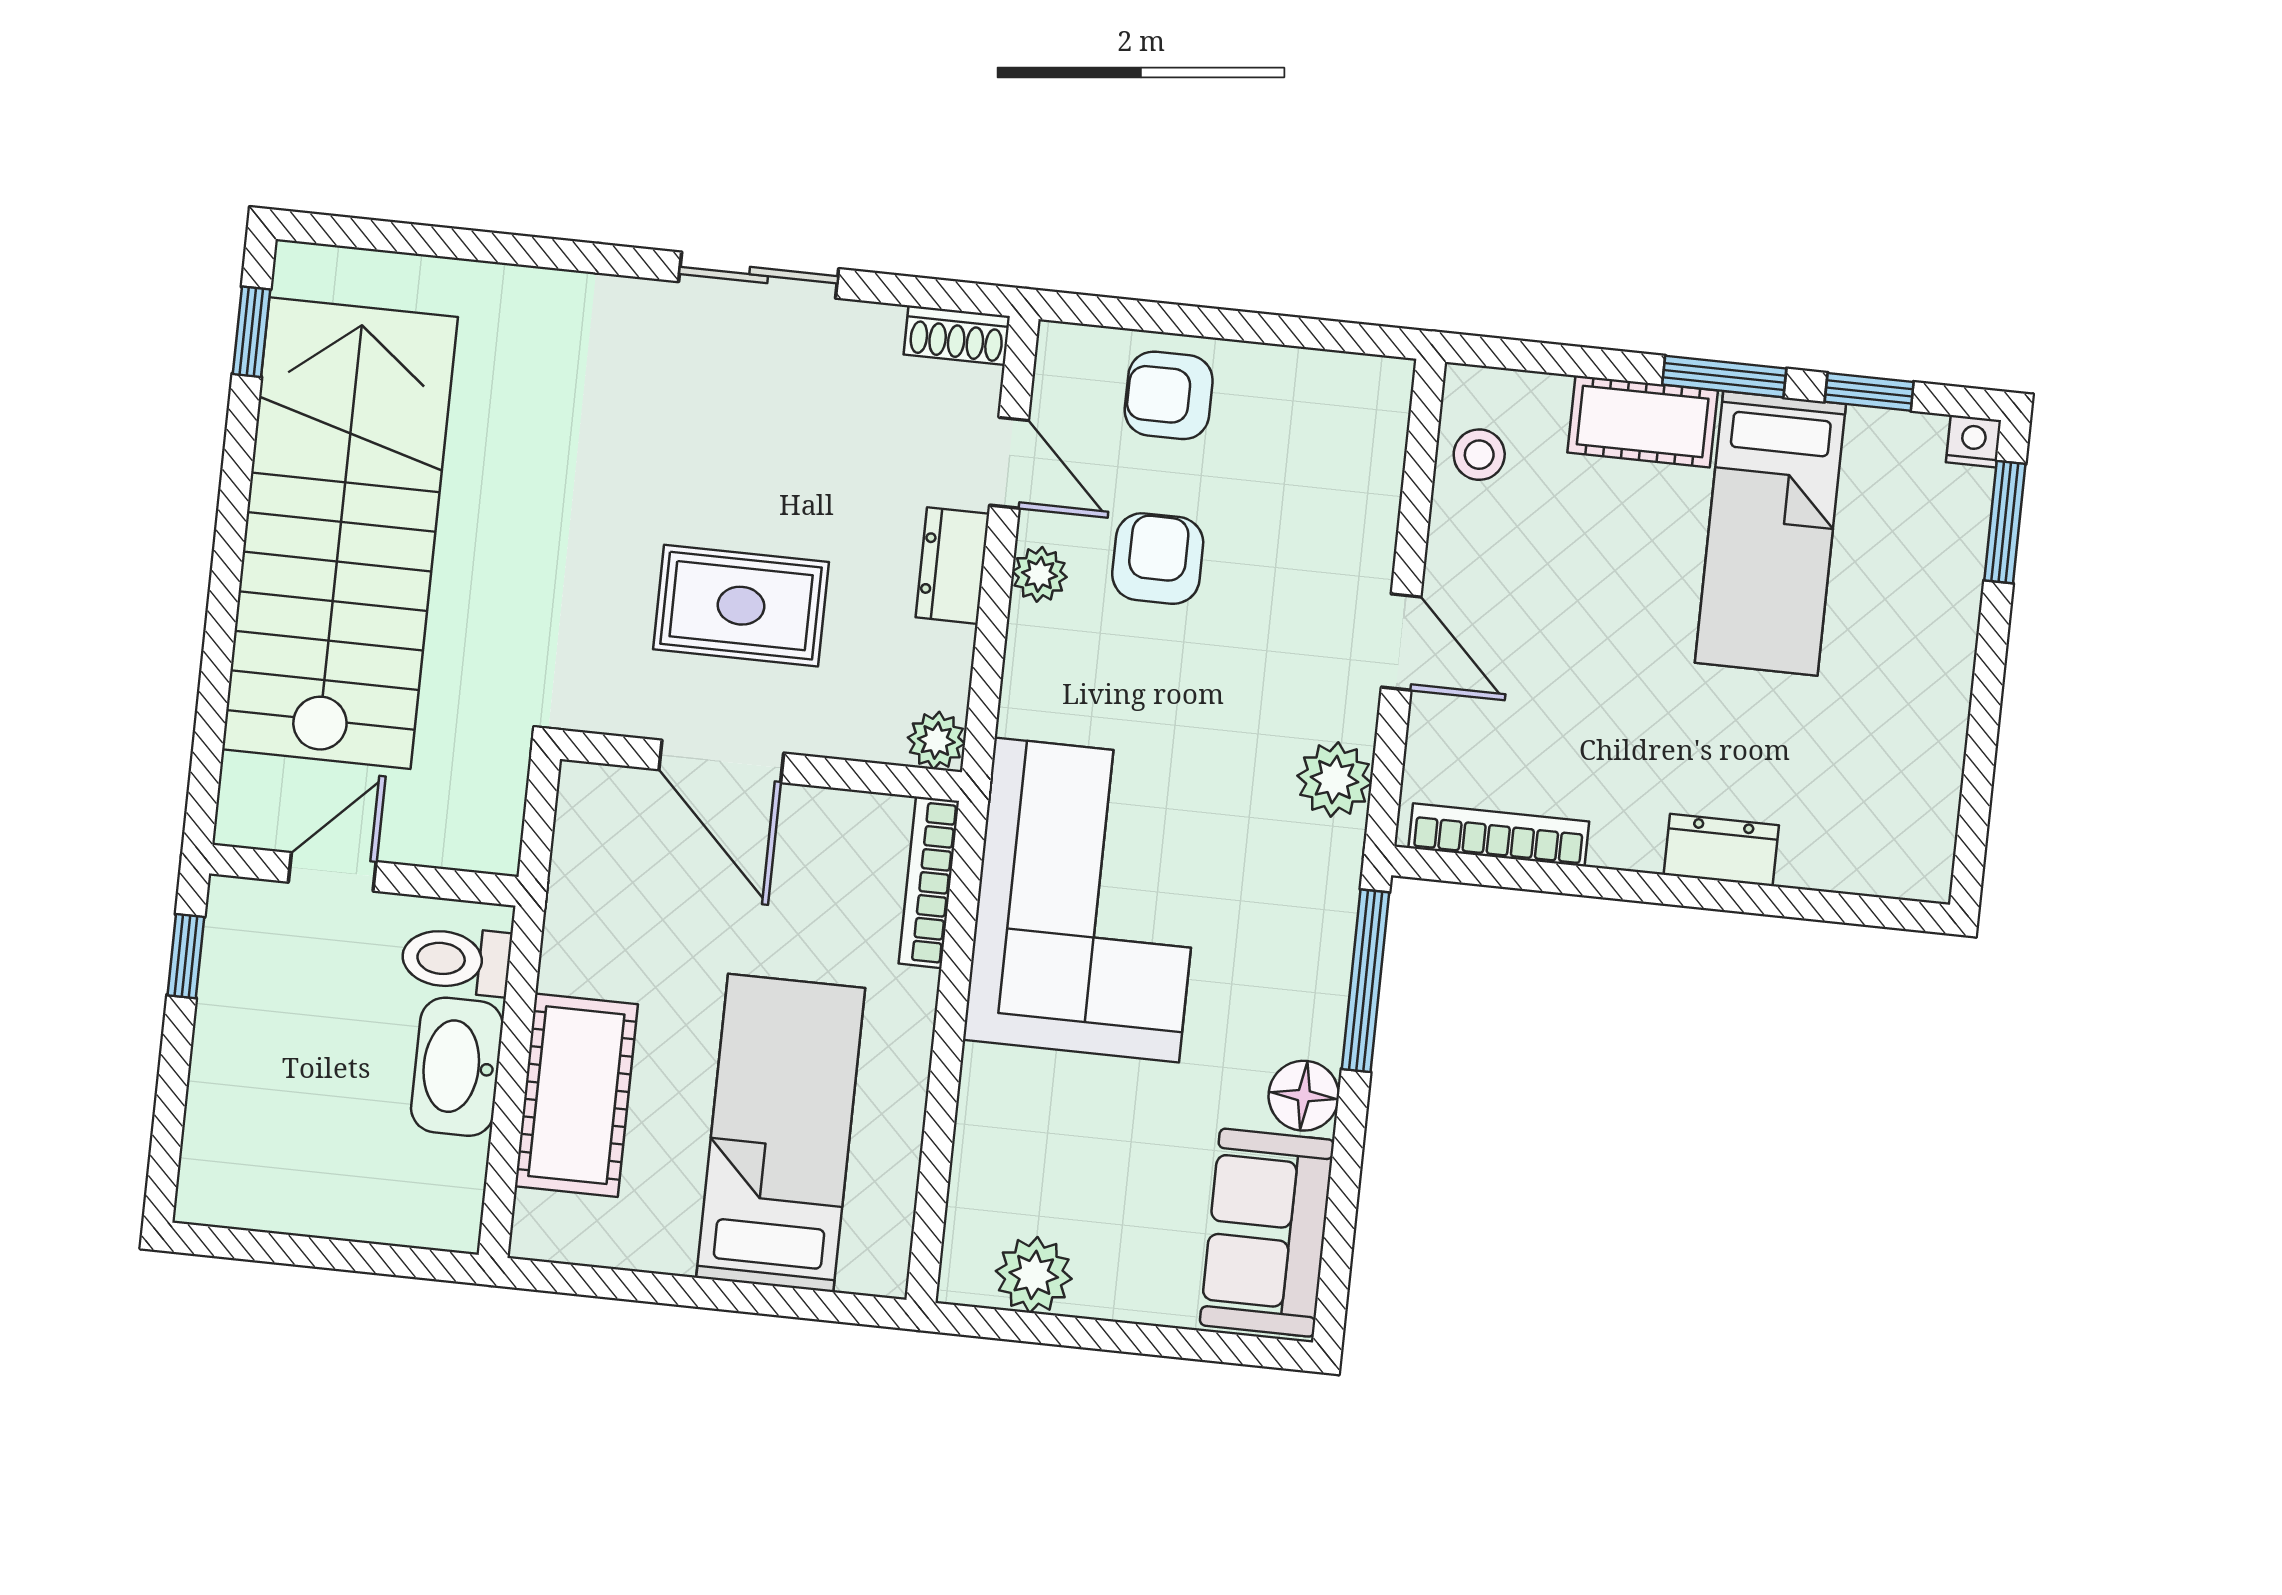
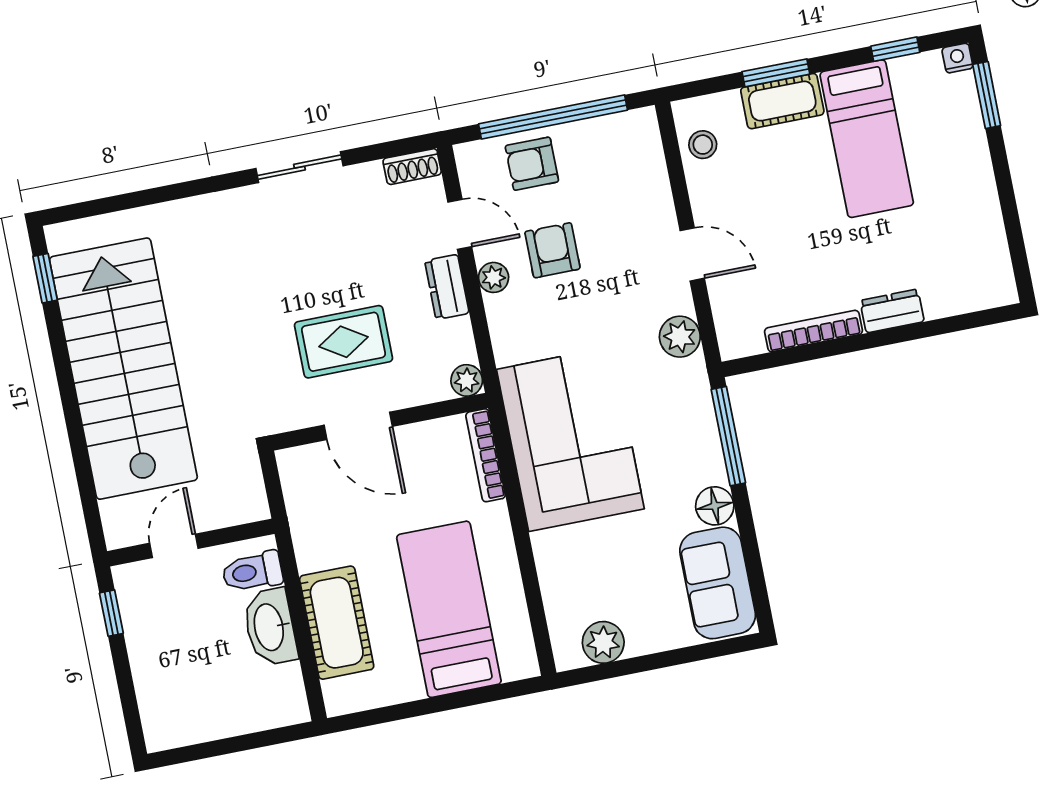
window: (1231, 325) -> (553, 117), added
window: (1724, 377) -> (776, 73), moved
bookcase: (1499, 835) -> (814, 331), moved

